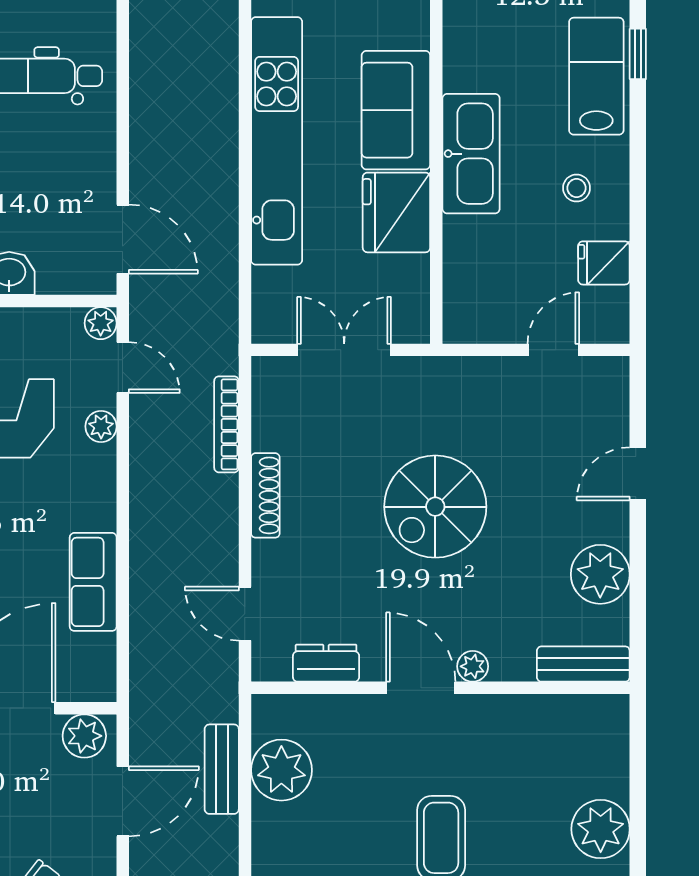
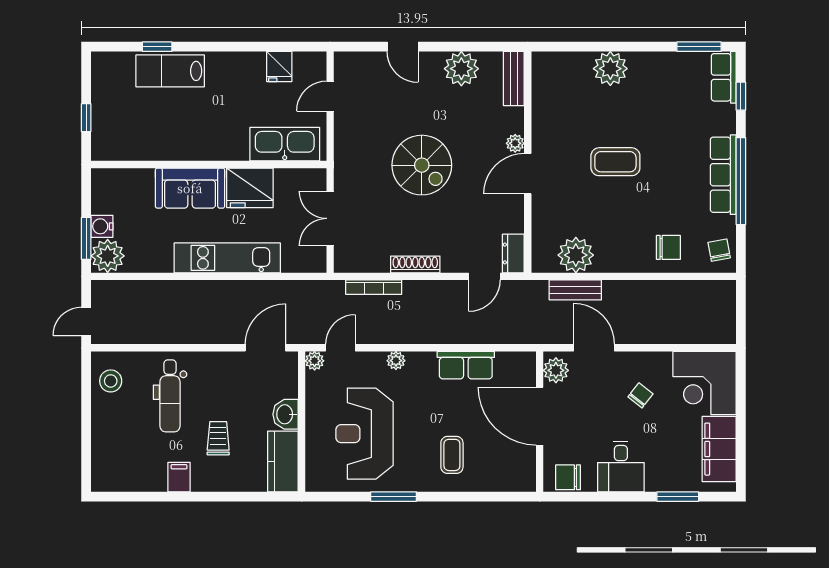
kitchen unit: (277, 141) -> (227, 258), width x0.73
kitchen sink: (471, 154) -> (285, 144), moved
stool: (577, 188) -> (236, 83), removed
door: (553, 350) -> (330, 96), hinge flipped
plant: (101, 426) -> (396, 361), moved
dresser: (326, 663) -> (513, 253), moved

